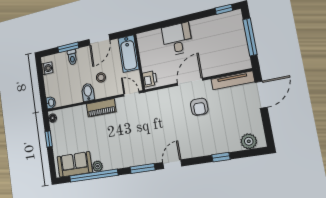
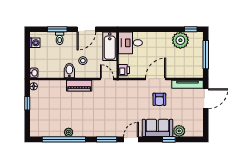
plant: (213, 26) -> (180, 40), added
desk: (177, 39) -> (130, 43), moved, turned -90
plant: (249, 141) -> (179, 131), moved
sofa: (75, 164) -> (157, 128), moved

